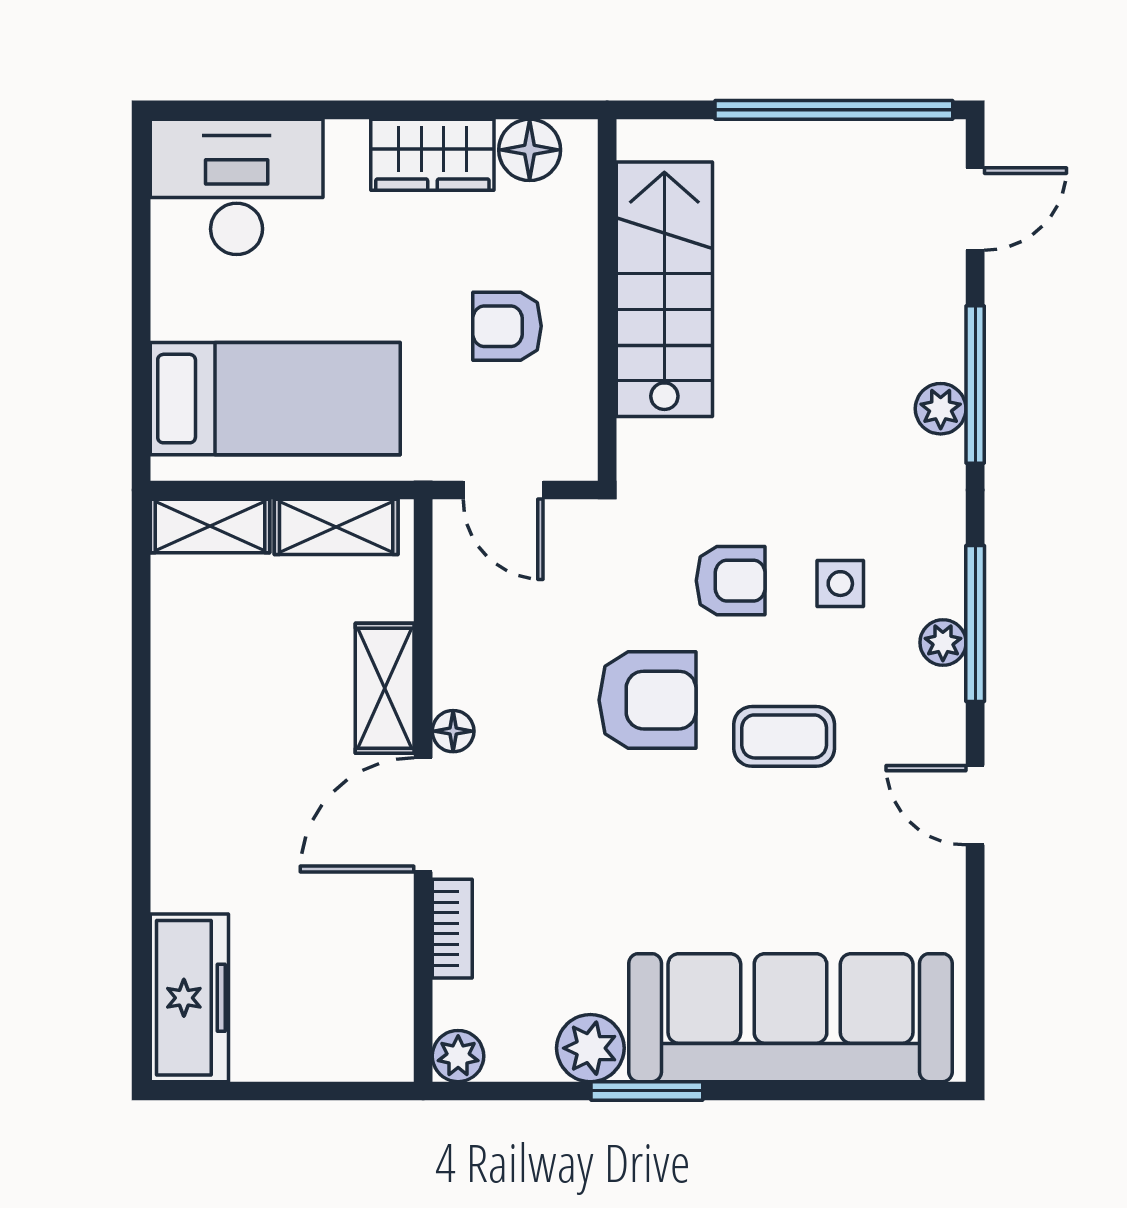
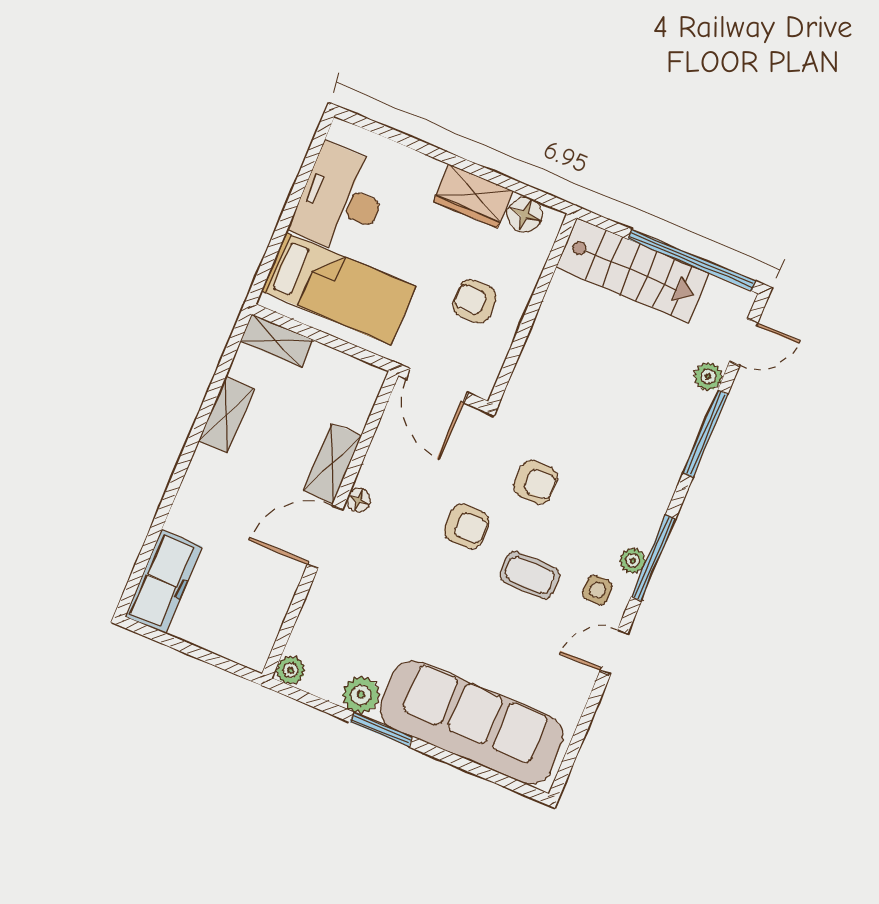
desk: (237, 187) -> (341, 200), moved, turned -90
stairs: (664, 289) -> (632, 270), moved, turned 90
plant: (941, 409) -> (708, 377), moved
door: (503, 490) -> (437, 386), width x1.38
shelving: (336, 527) -> (226, 415), moved, turned 90
side table: (840, 584) -> (597, 590), moved
armchair: (648, 700) -> (467, 526), width x0.72, depth x0.72
door: (975, 805) -> (614, 652), hinge flipped
bookcase: (452, 929) -> (315, 603), removed

